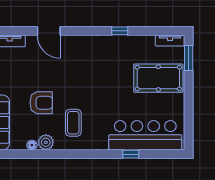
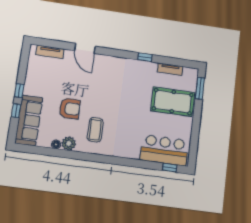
tv unit: (170, 40) -> (170, 69), moved
bar counter: (145, 135) -> (164, 150), width x0.73
window: (131, 154) -> (170, 168), moved

